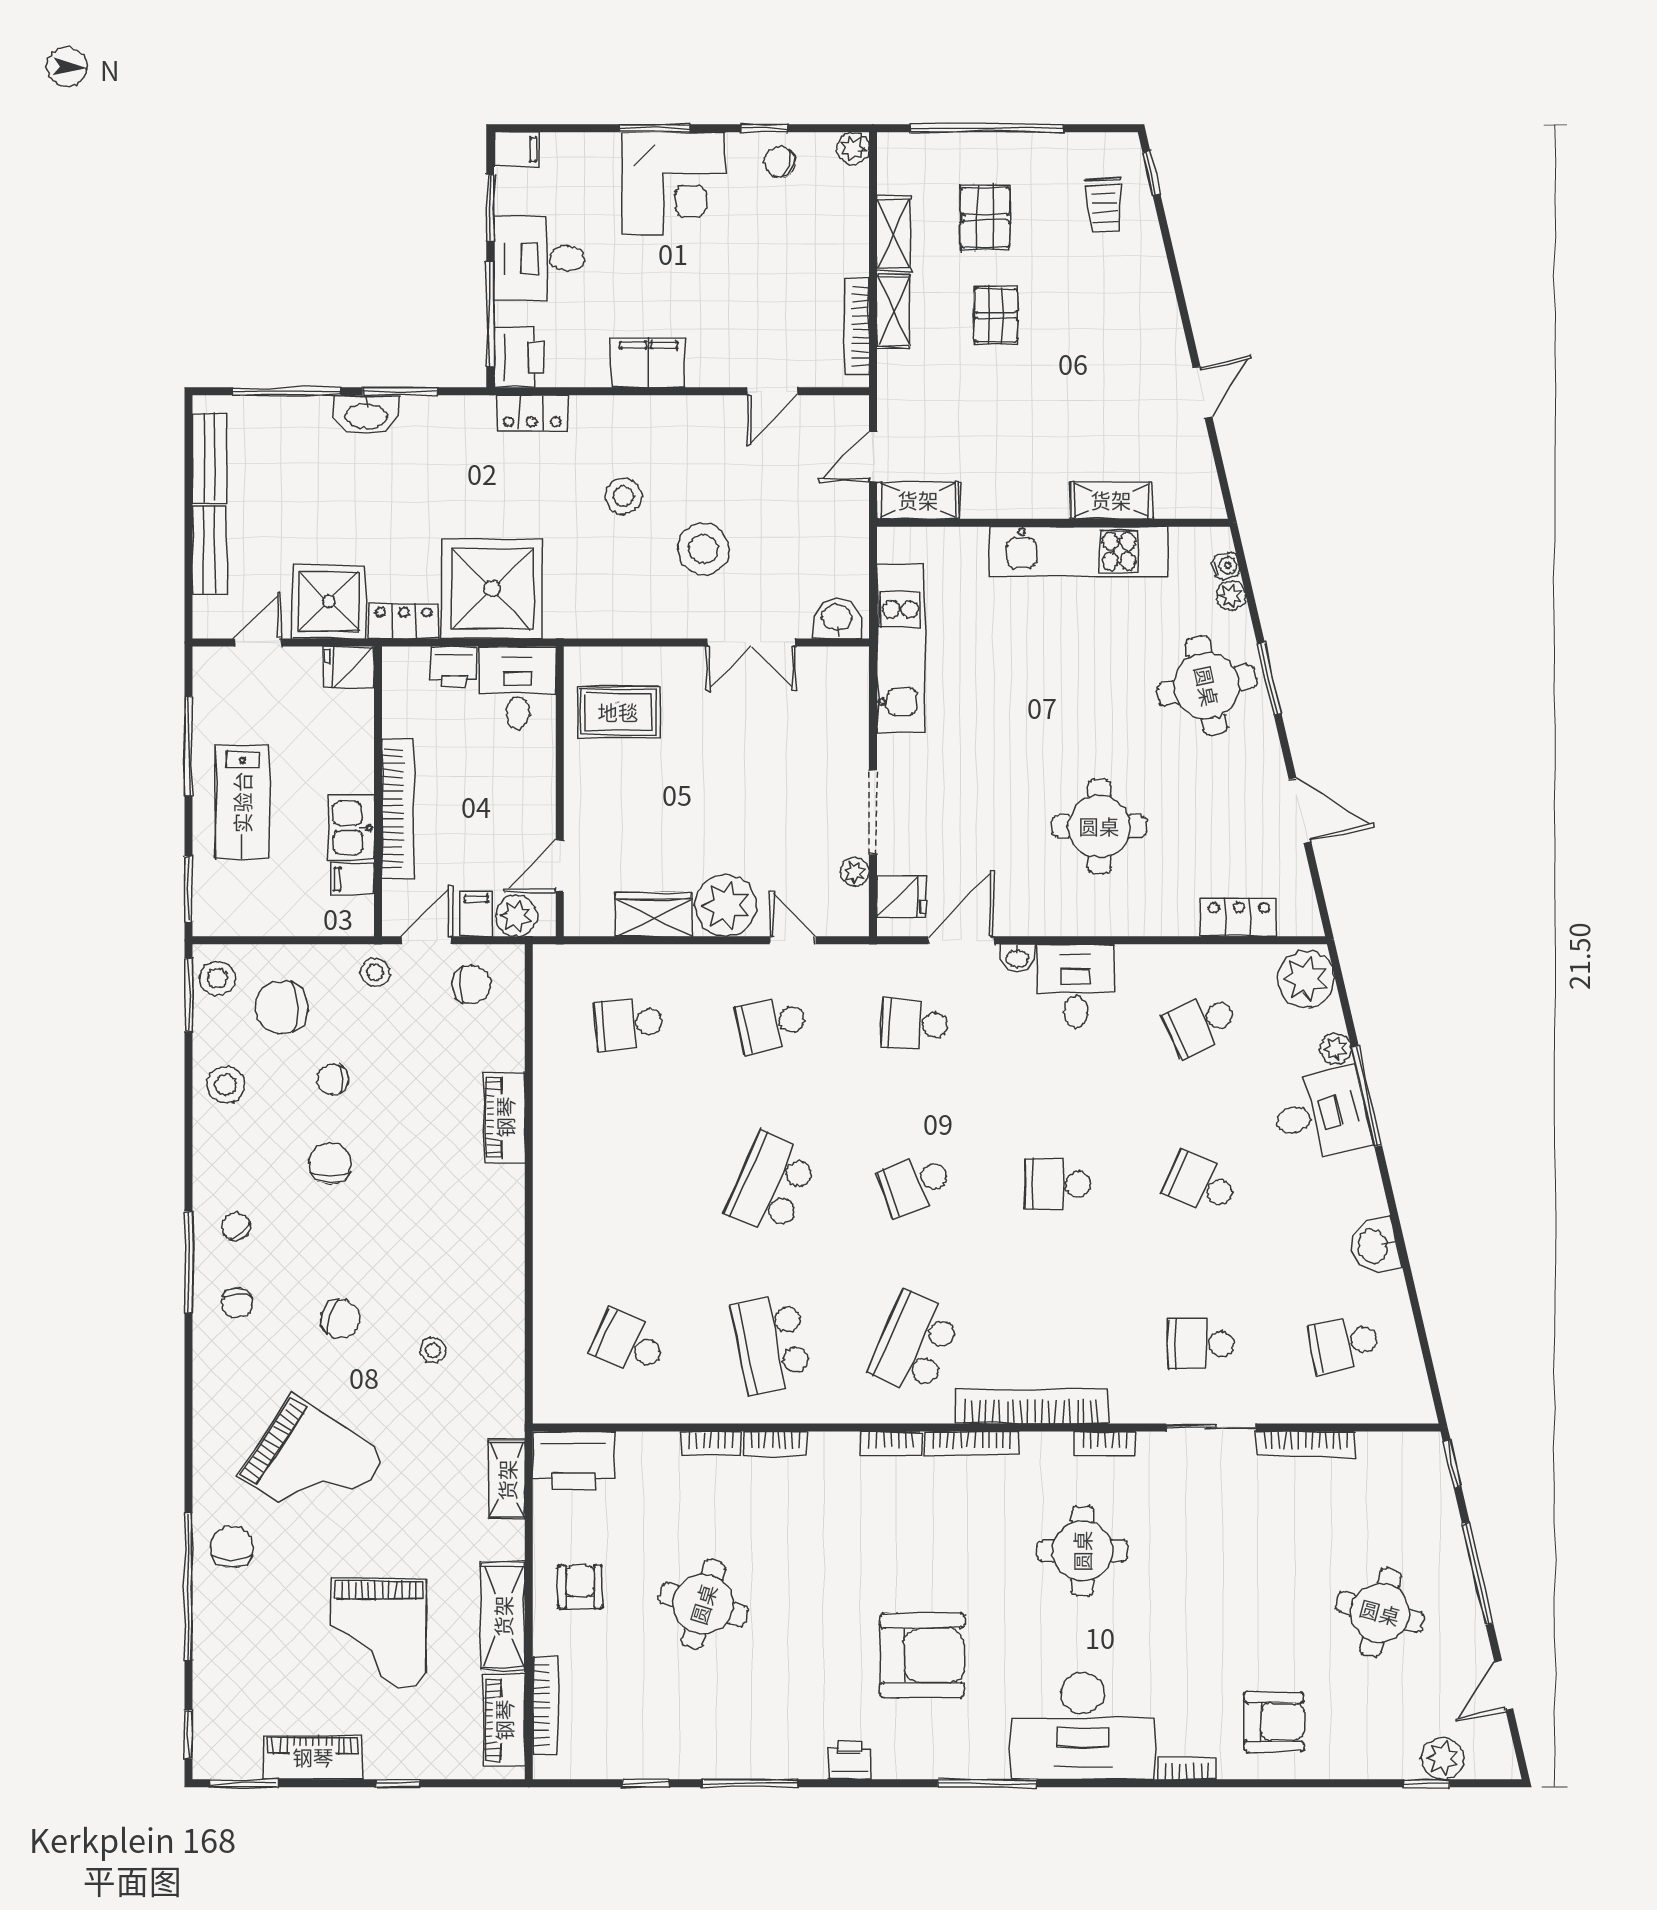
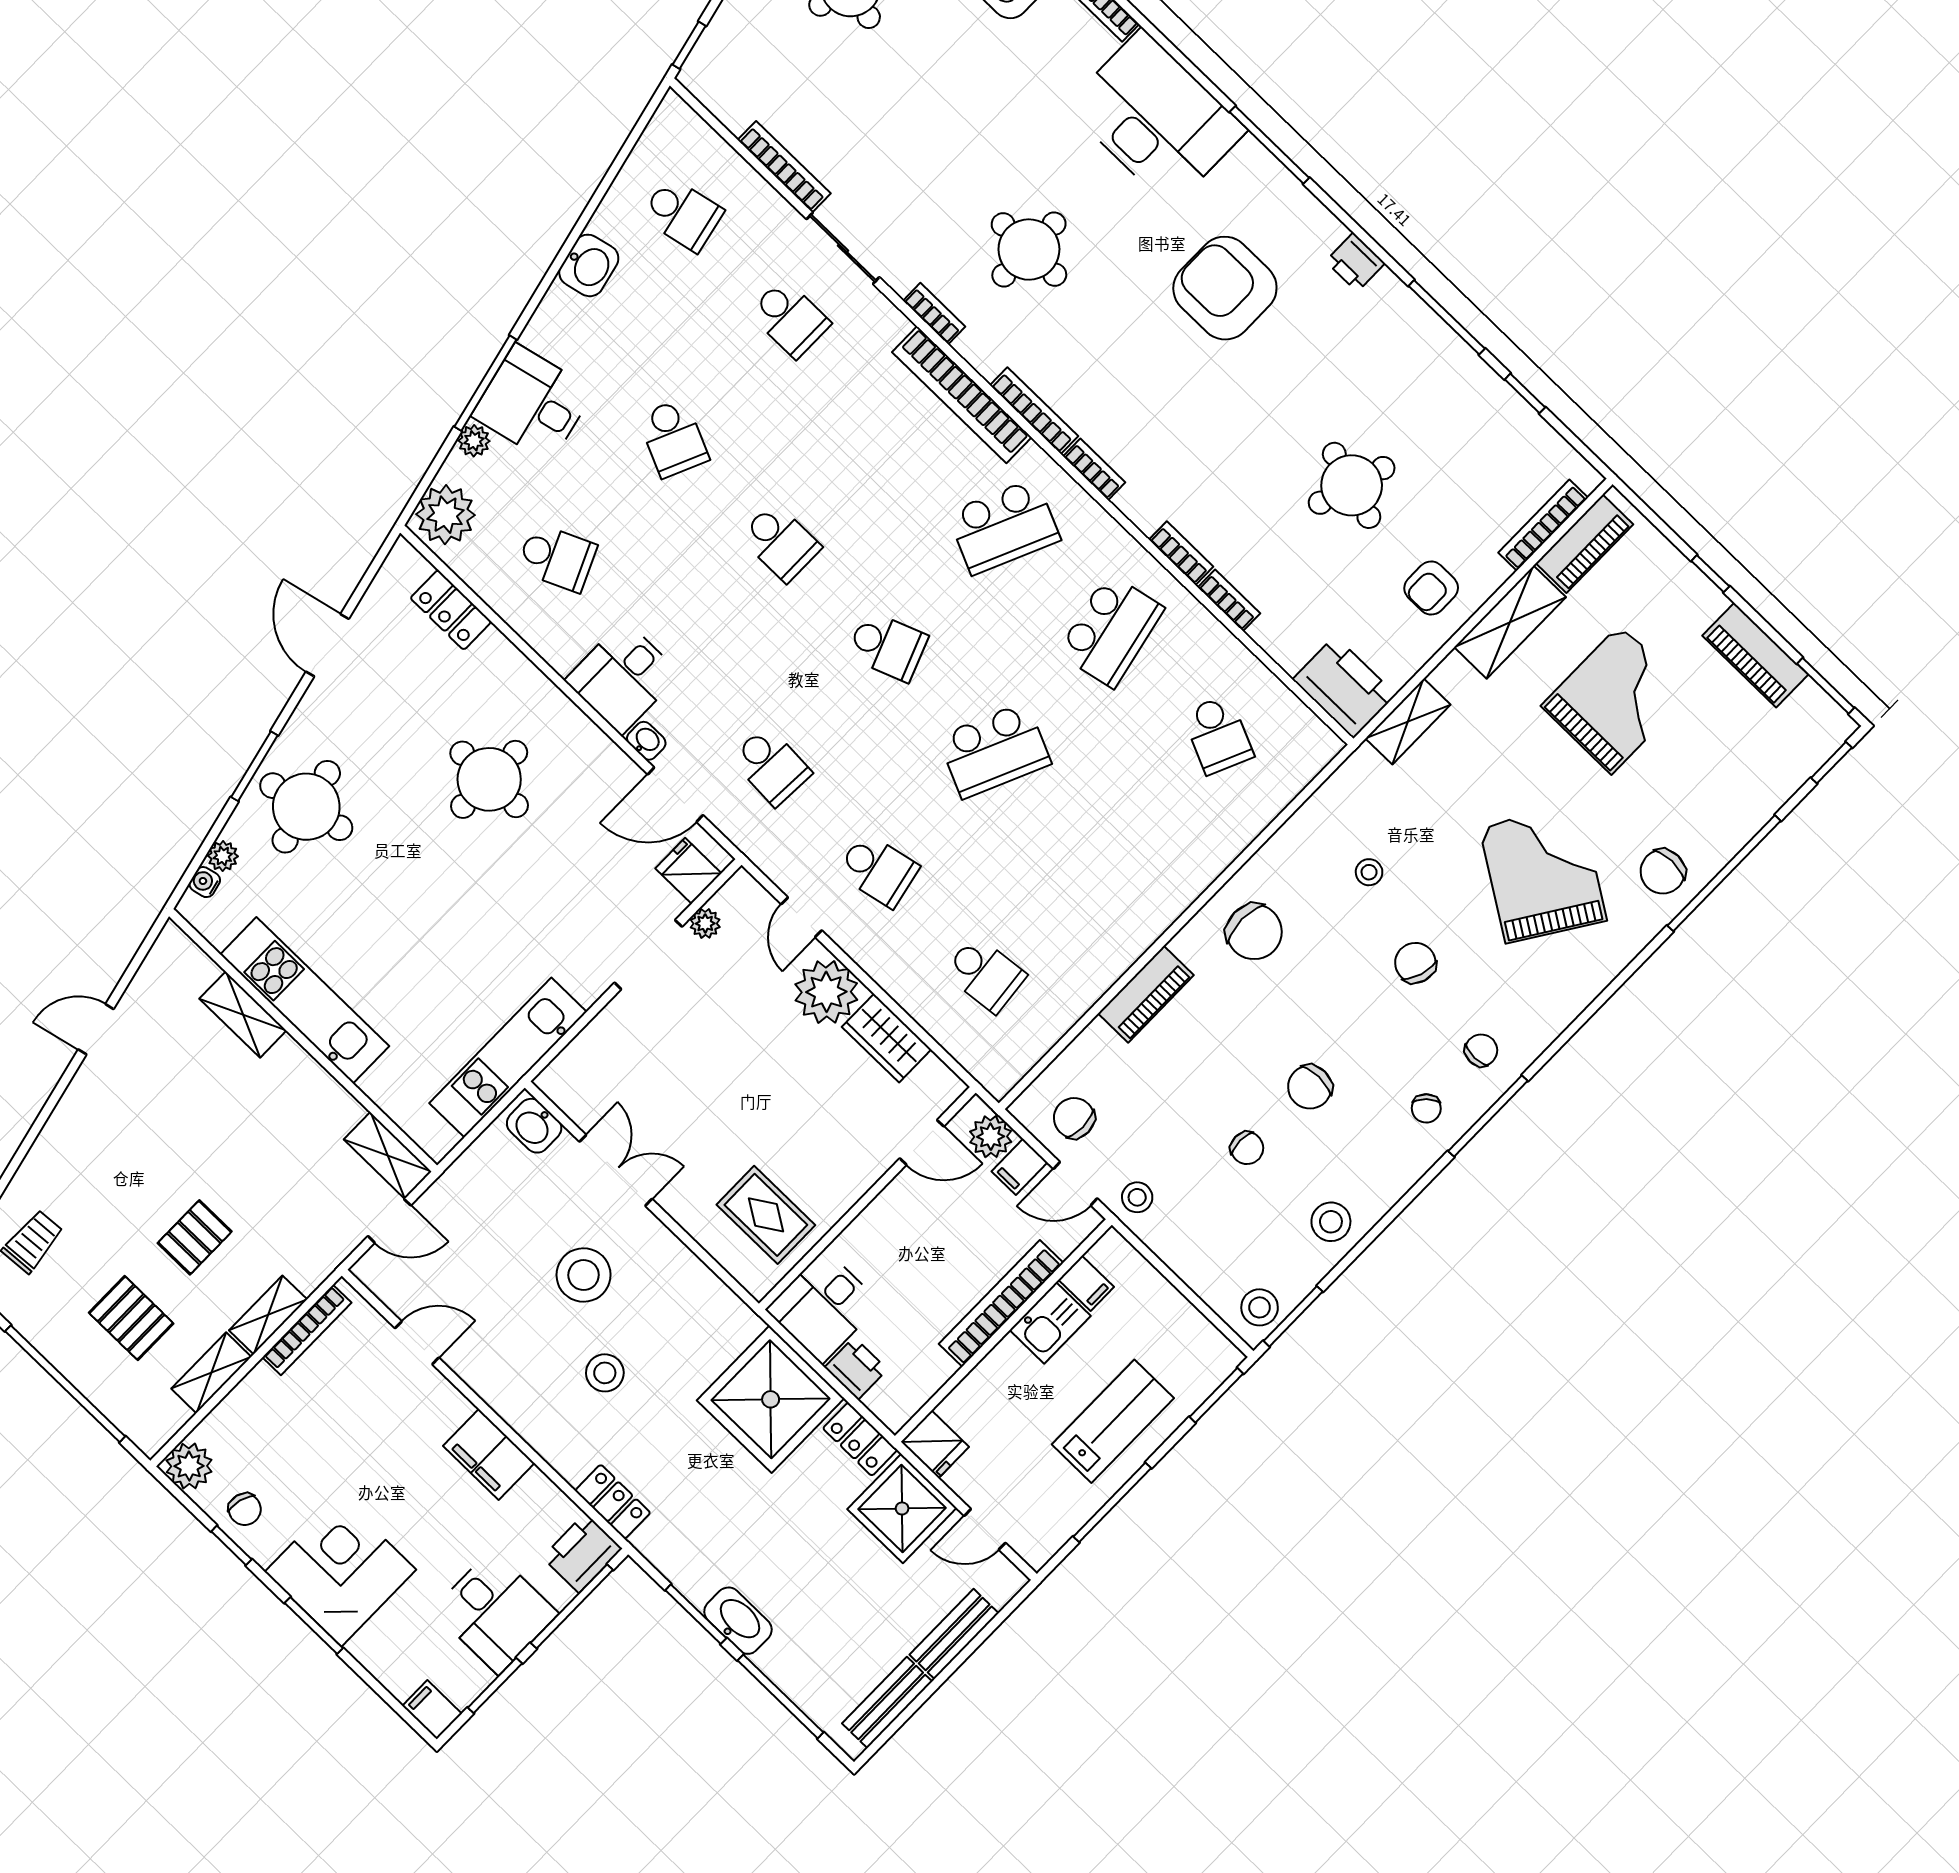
plant: (853, 148) -> (189, 1466), width x1.38, depth x1.38
pallet: (985, 217) -> (131, 1318), turned 90
chair: (282, 1007) -> (1254, 932), moved

